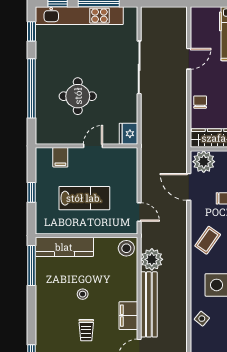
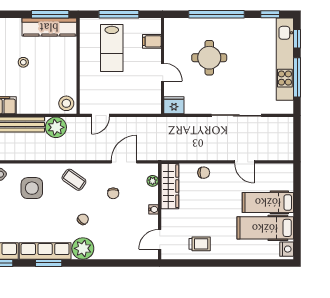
plant: (204, 162) -> (153, 181), width x0.53, depth x0.53
window: (32, 192) -> (119, 14), width x2.17
lab bench: (84, 198) -> (112, 48), moved
kitchen counter: (64, 247) -> (49, 27), moved, turned -90

